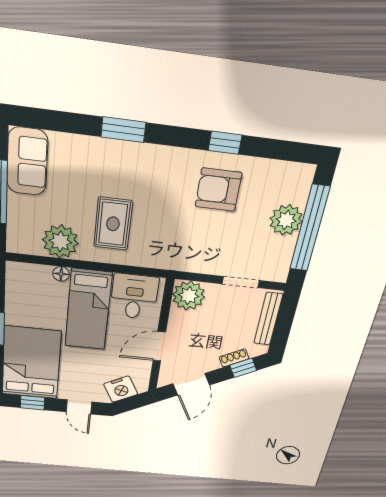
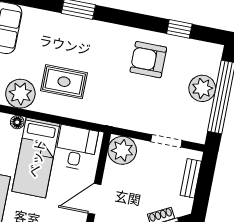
window: (225, 143) -> (179, 29), moved
rug: (113, 224) -> (64, 82), turned 90
bench: (268, 319) -> (191, 178), width x0.73

